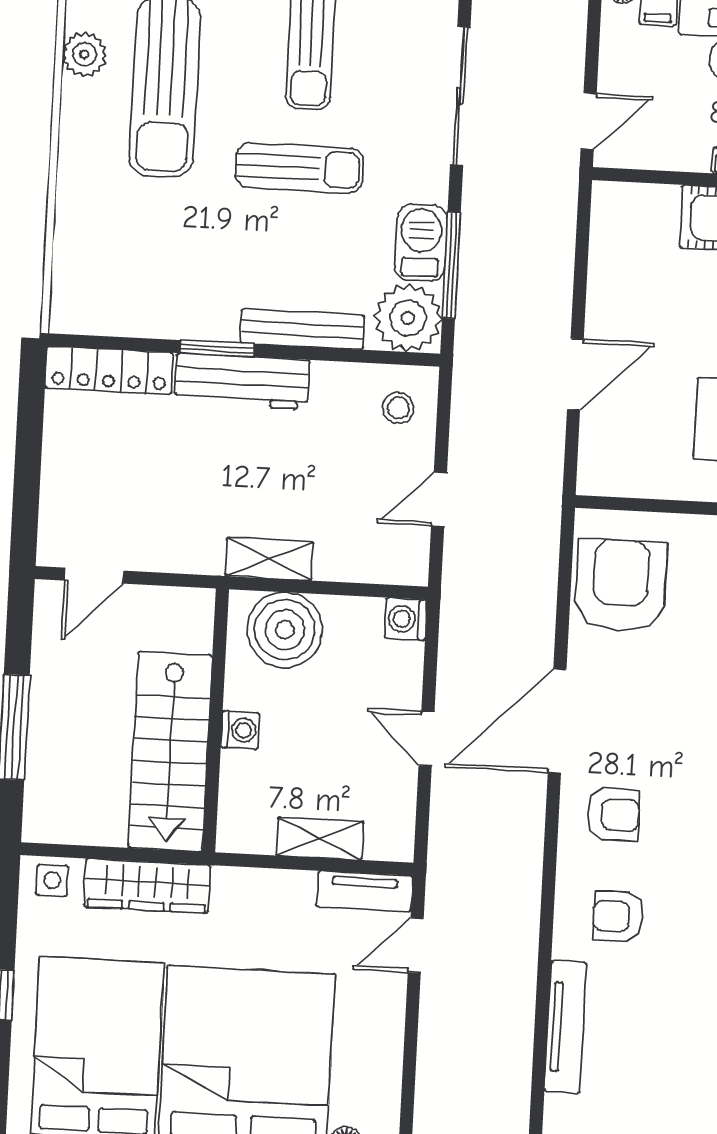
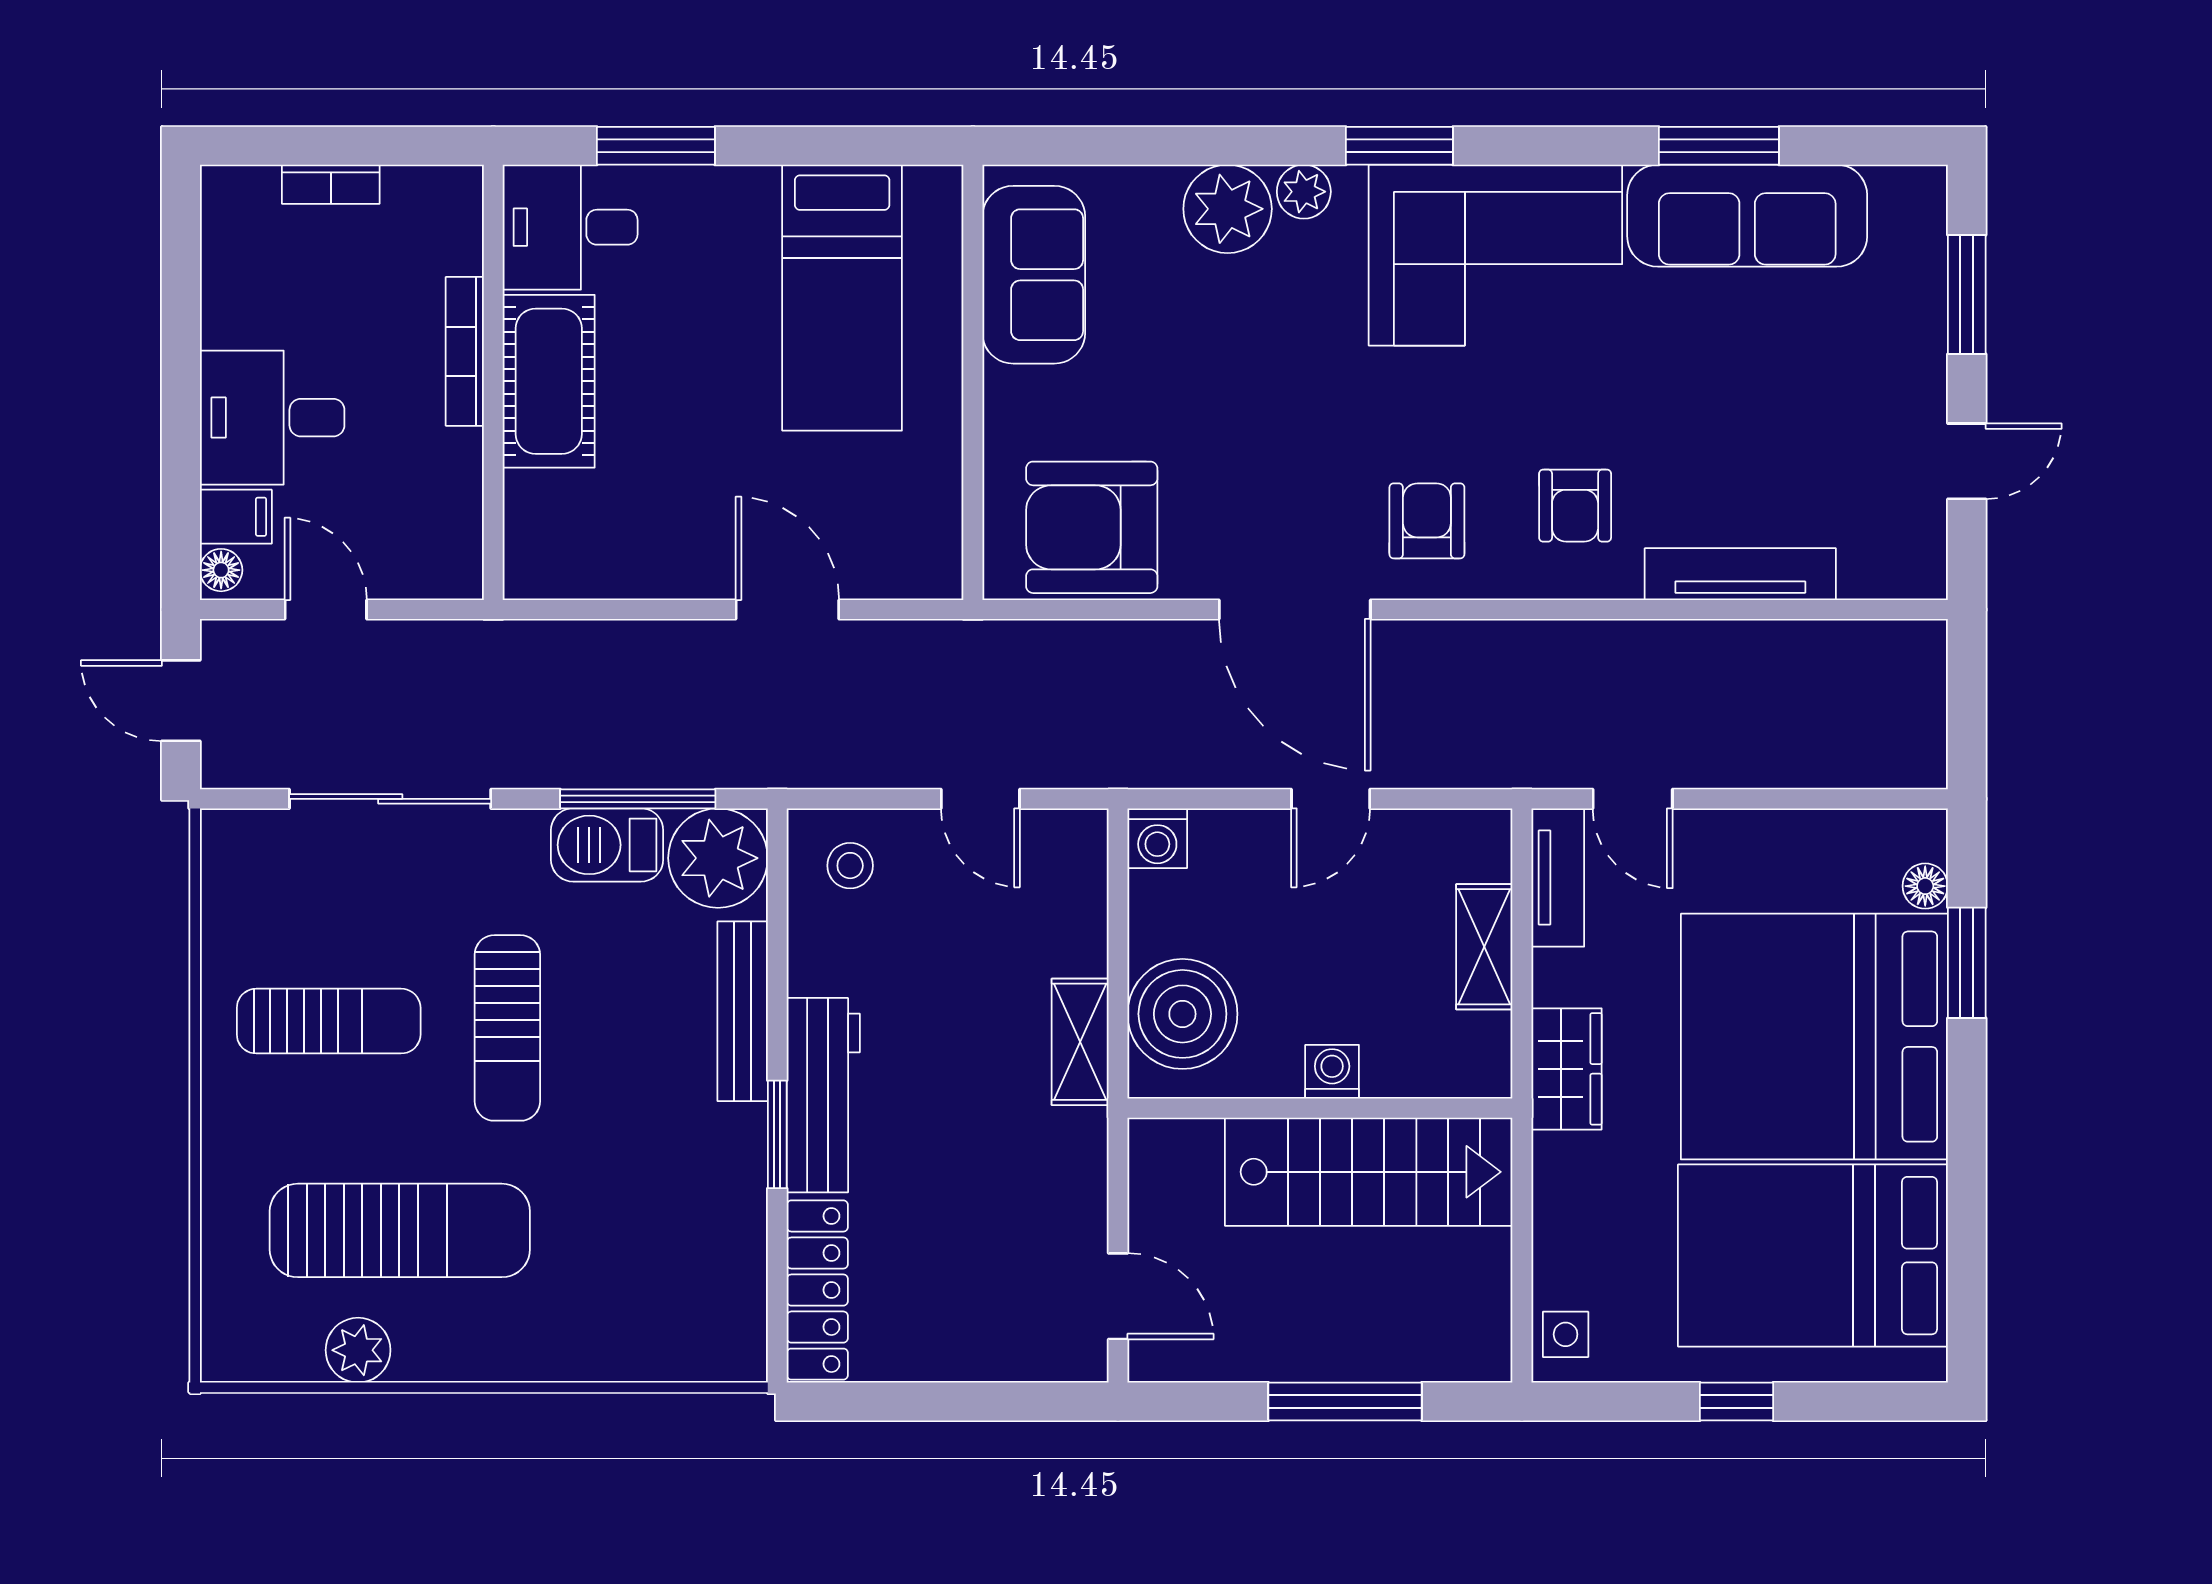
door: (589, 121) -> (326, 610), moved
sun lounger: (299, 168) -> (507, 1028), turned 180
wardrobe: (147, 886) -> (1567, 1069), moved, width x0.67

